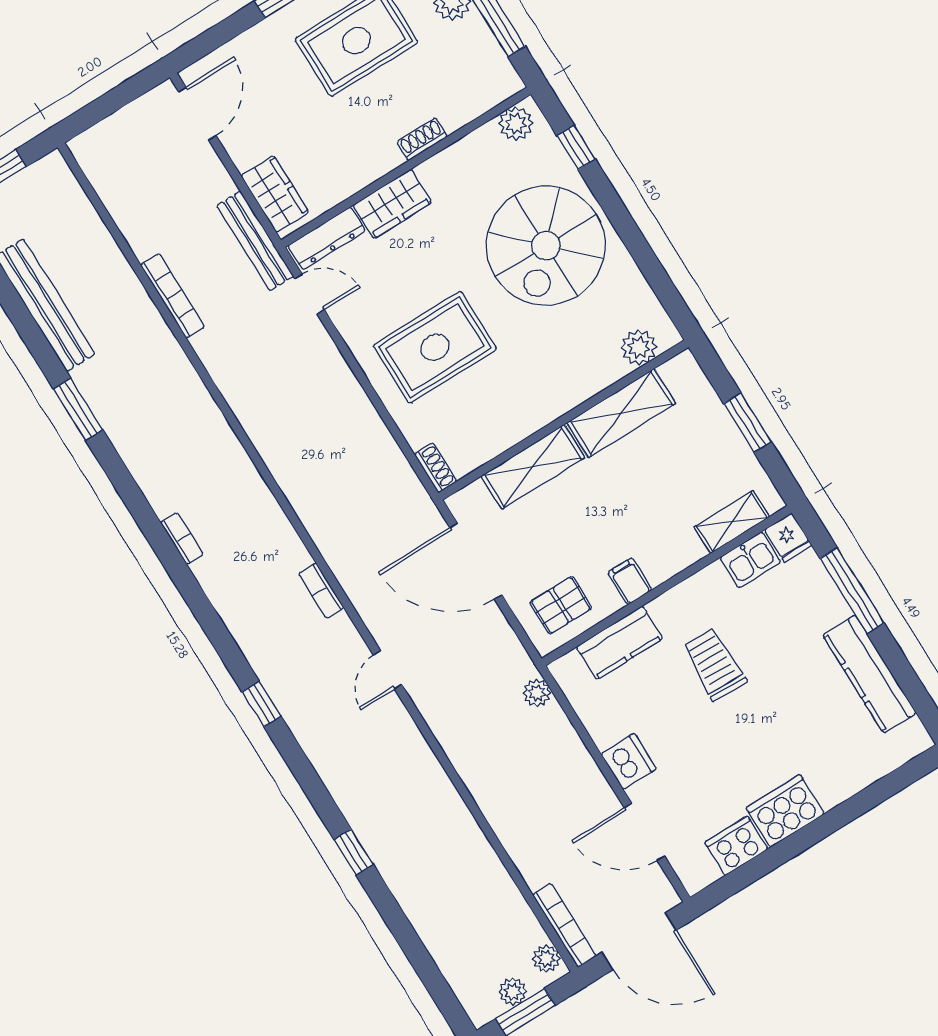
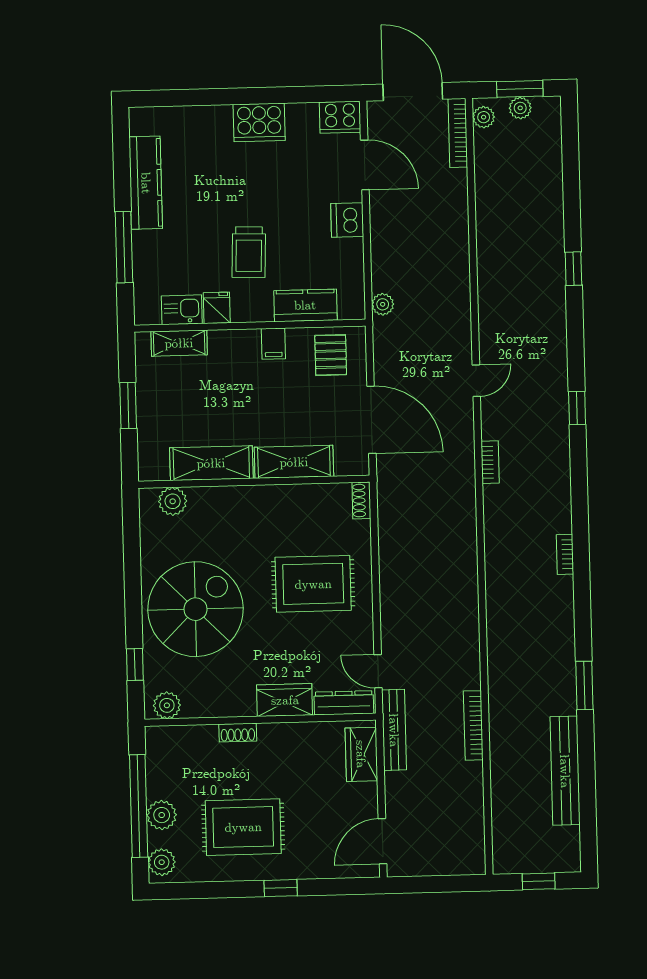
fridge: (788, 538) -> (217, 308), moved
pallet: (561, 605) -> (331, 355), turned 90
cooker: (736, 846) -> (340, 117), moved

